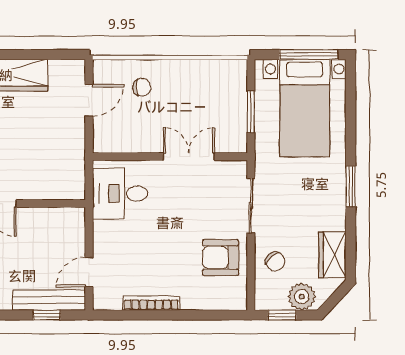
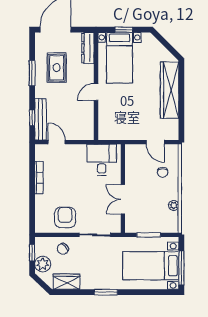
plant: (199, 68) -> (174, 205), added
double door: (189, 157) -> (123, 199), swing flipped

